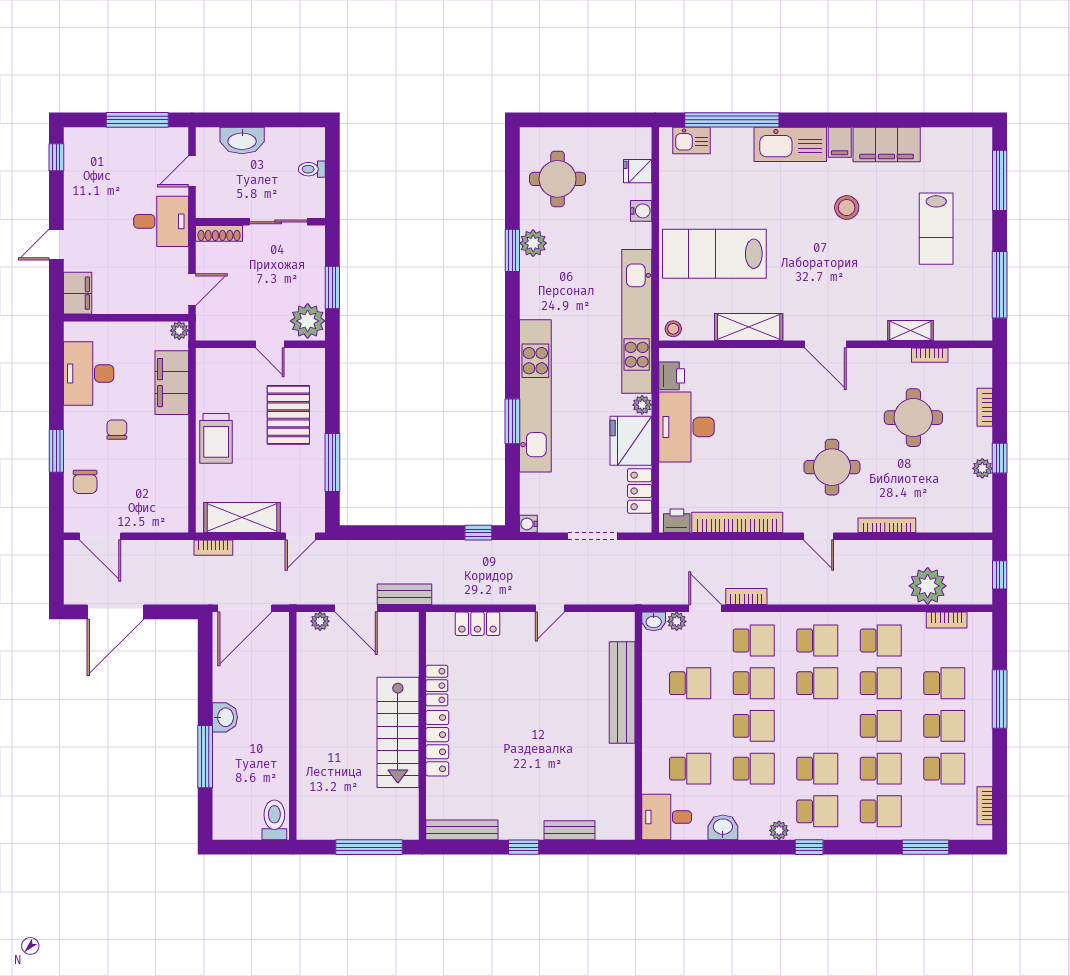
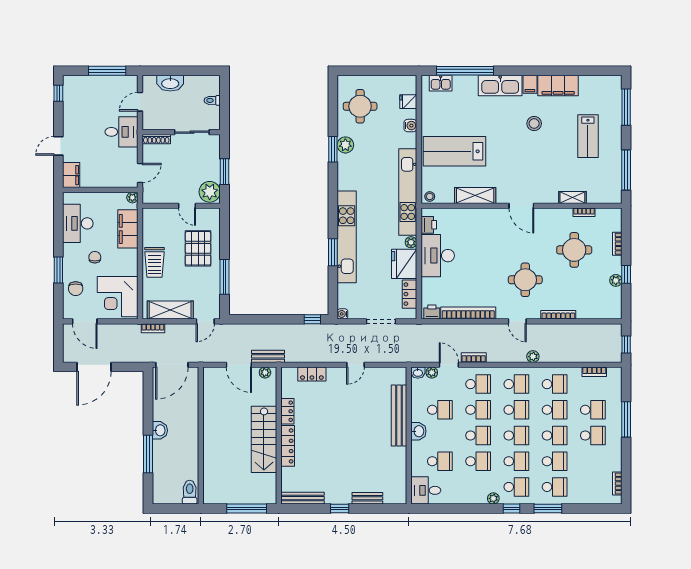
corner desk: (155, 495) -> (118, 297), added
plant: (928, 586) -> (533, 357), moved, width x0.53, depth x0.53
plant: (320, 621) -> (265, 372), moved
school desk: (944, 769) -> (516, 436), moved
washbasin: (723, 827) -> (418, 431), moved, turned 90
window: (925, 847) -> (548, 508), moved

